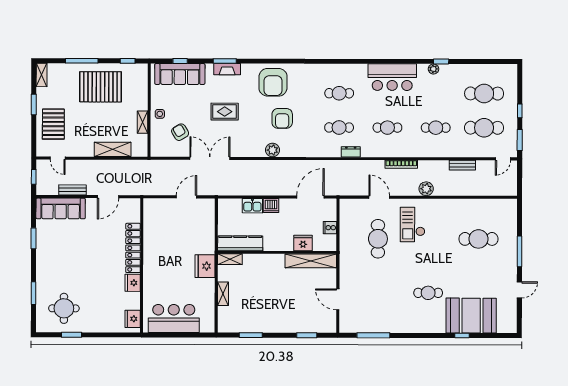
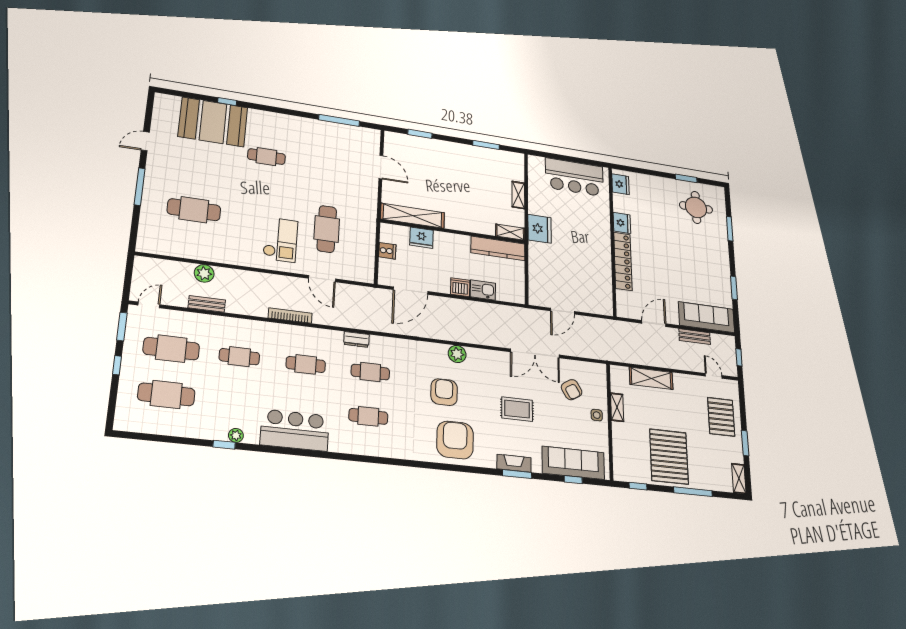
pallet: (101, 87) -> (669, 457), turned 90
plant: (426, 189) -> (204, 273), moved

